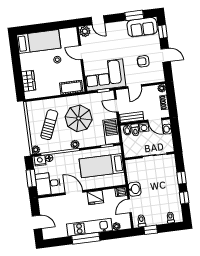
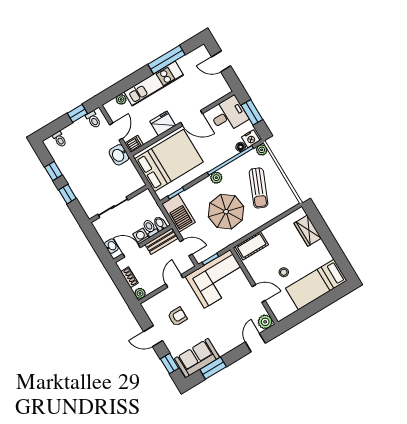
door: (98, 20) -> (255, 343), hinge flipped
bed: (102, 166) -> (169, 160), width x1.50
window: (86, 238) -> (167, 60), moved

